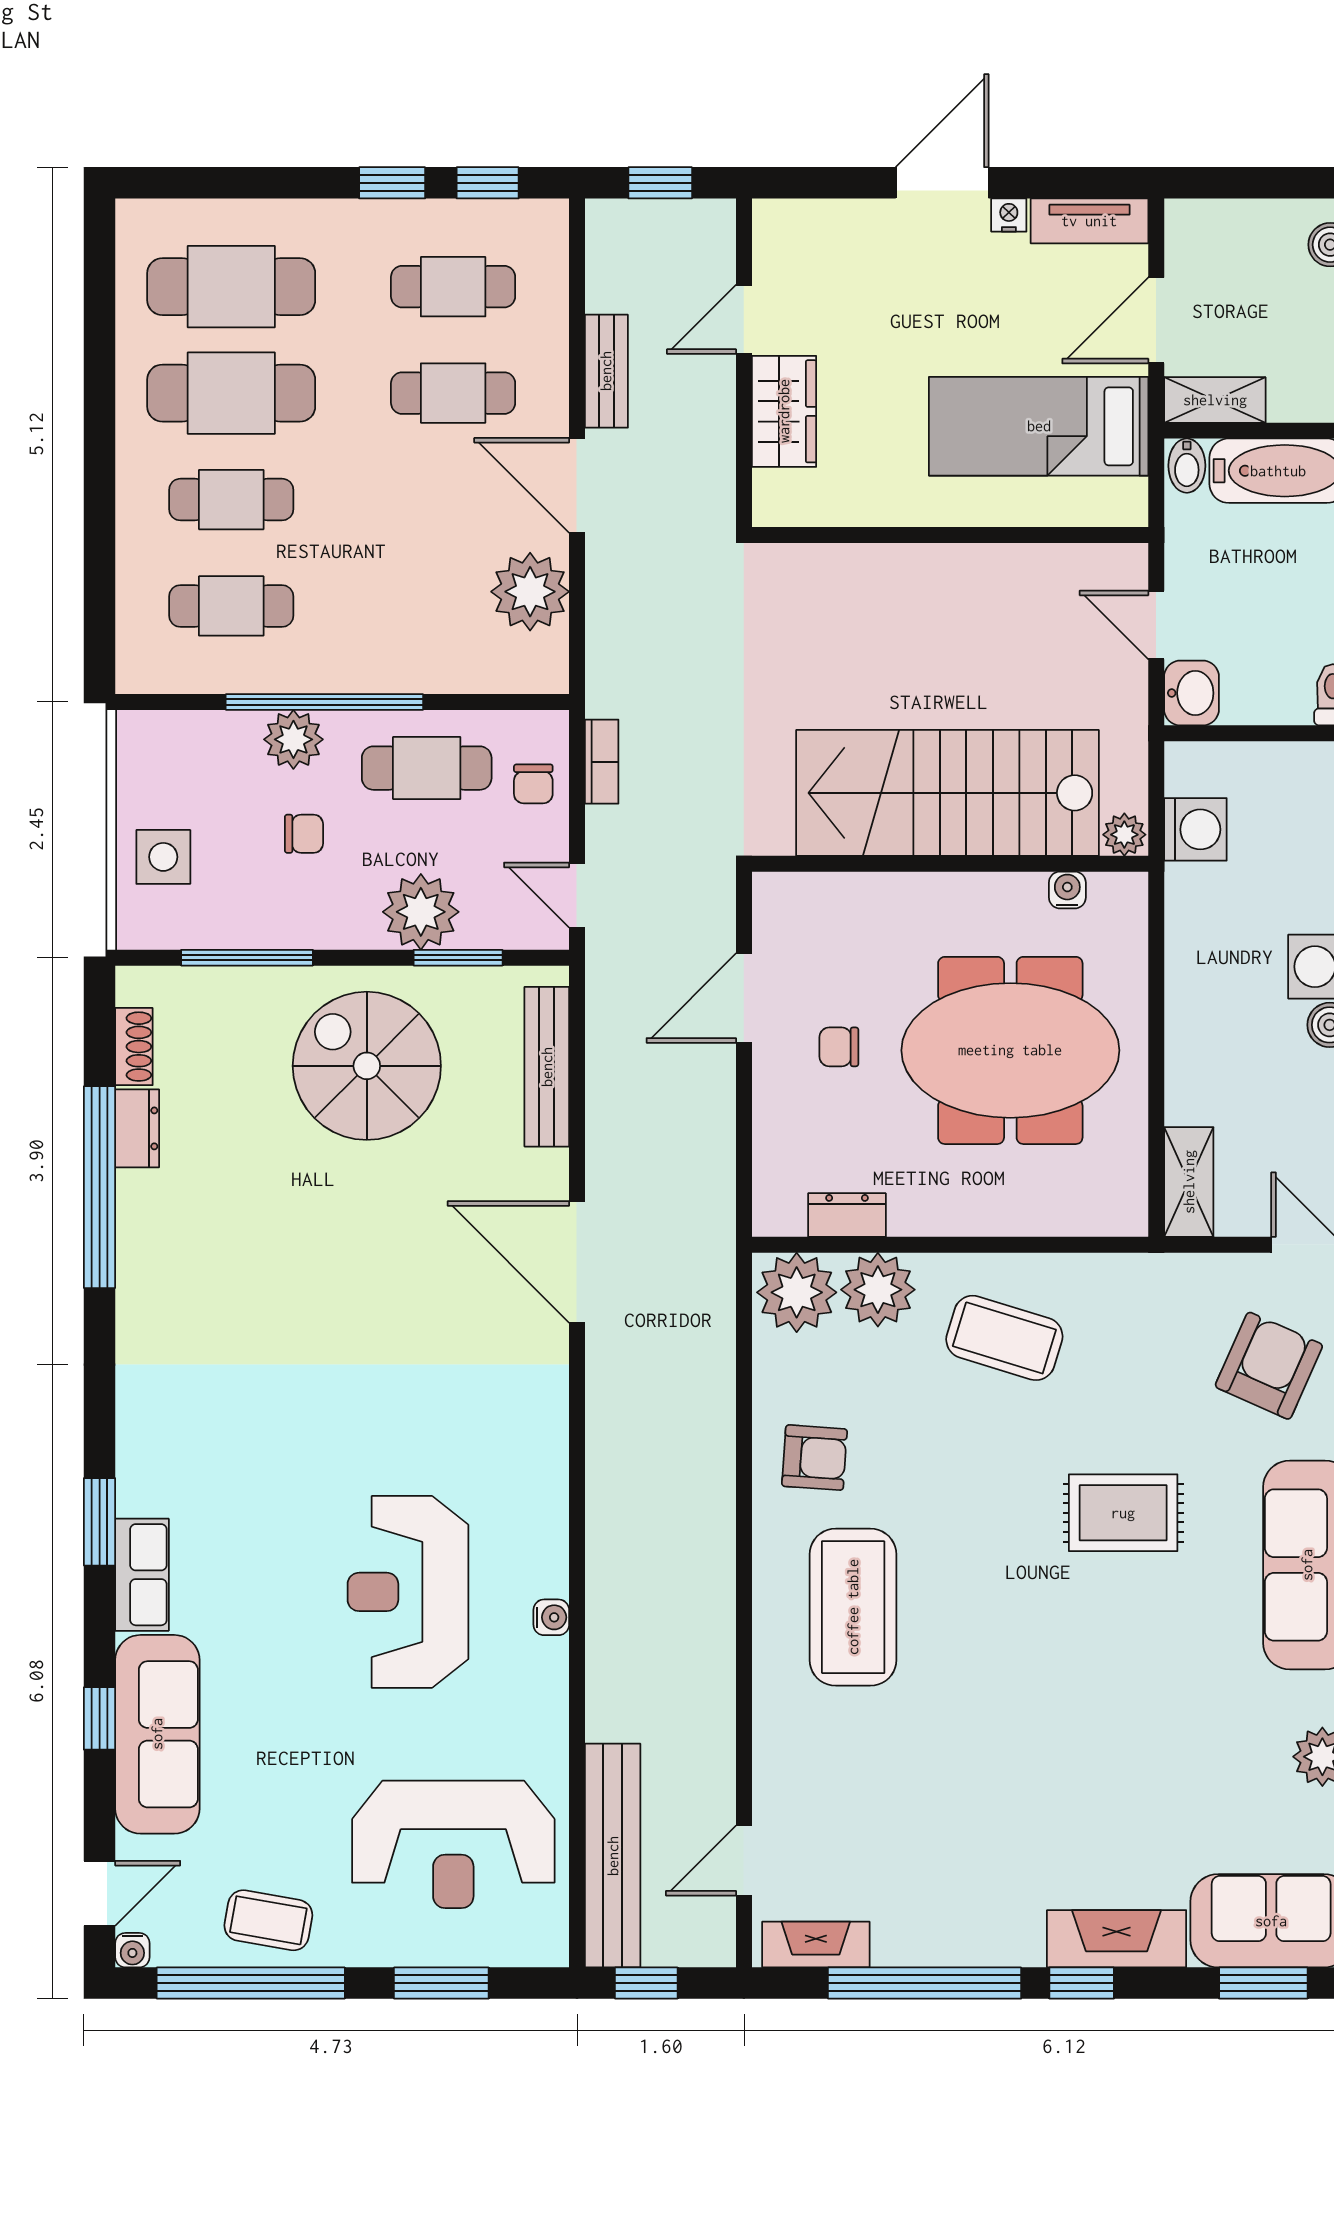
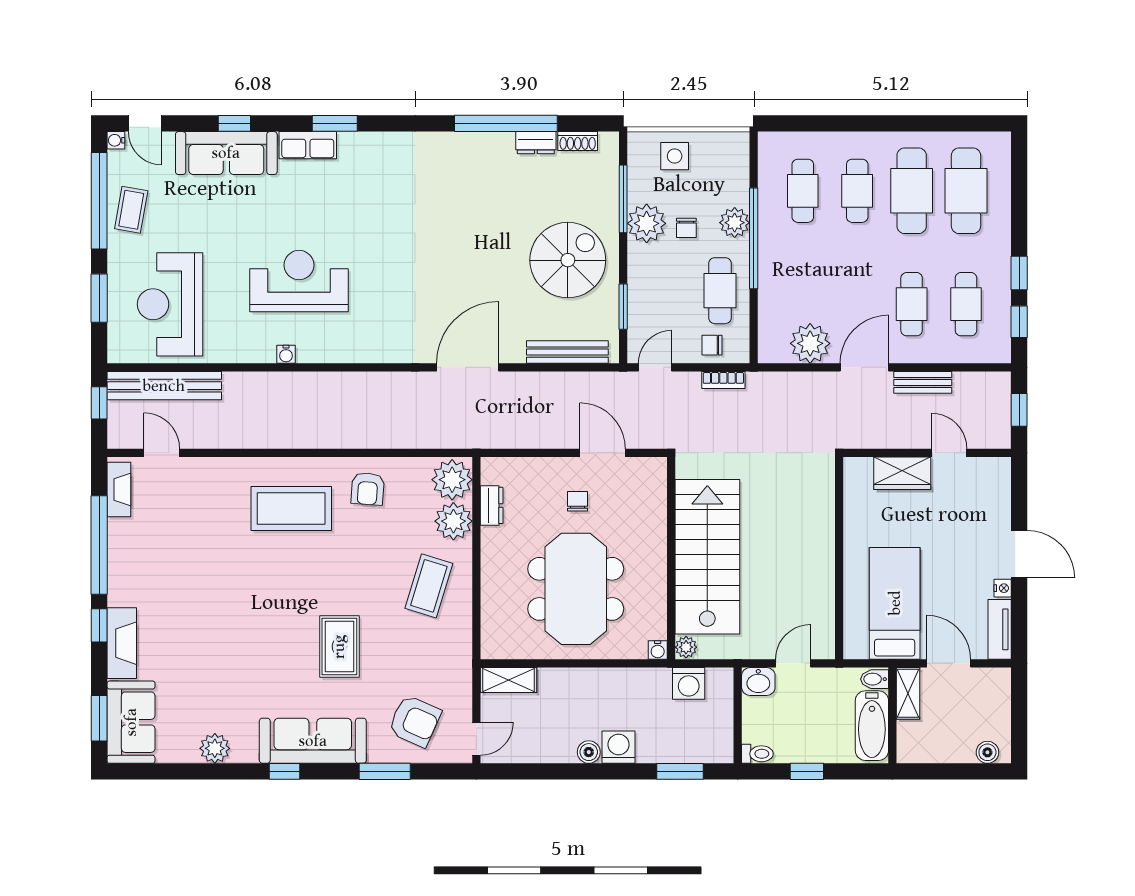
water cooler: (1067, 890) -> (658, 650), moved, turned 90
plant: (421, 912) -> (647, 223), moved

